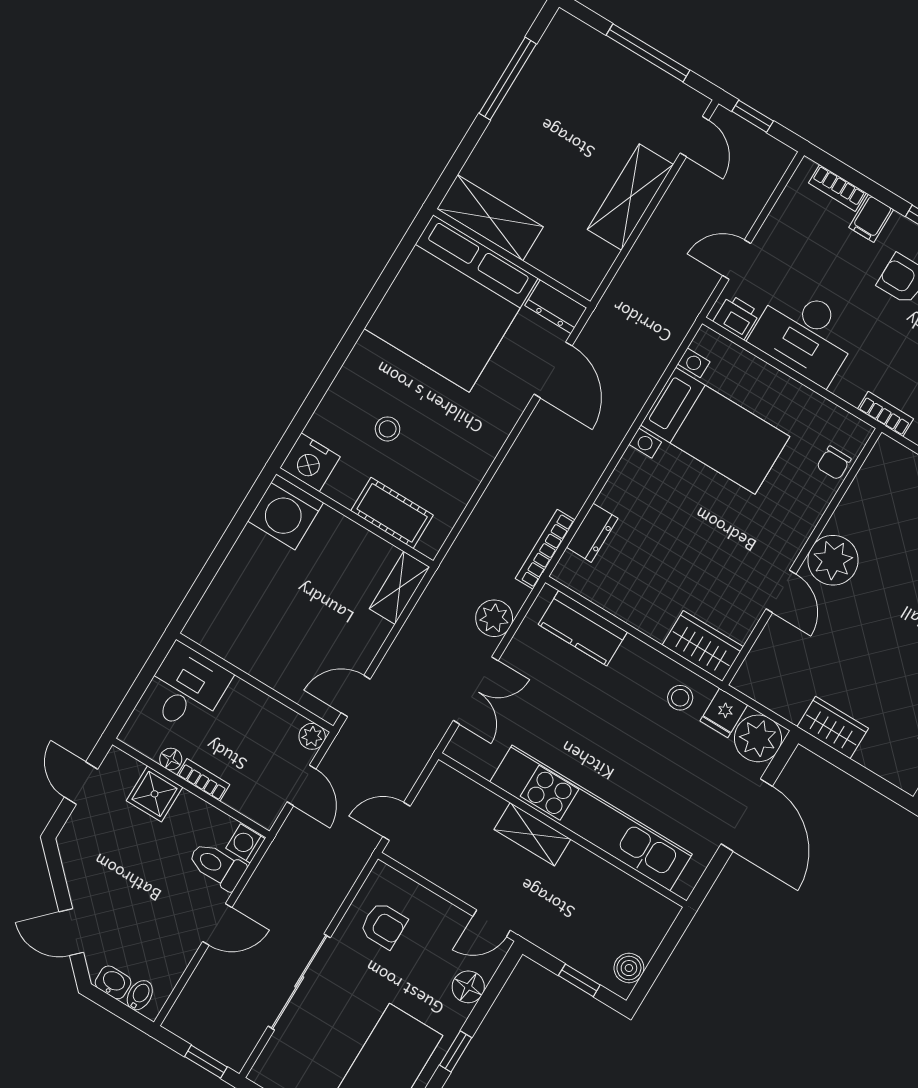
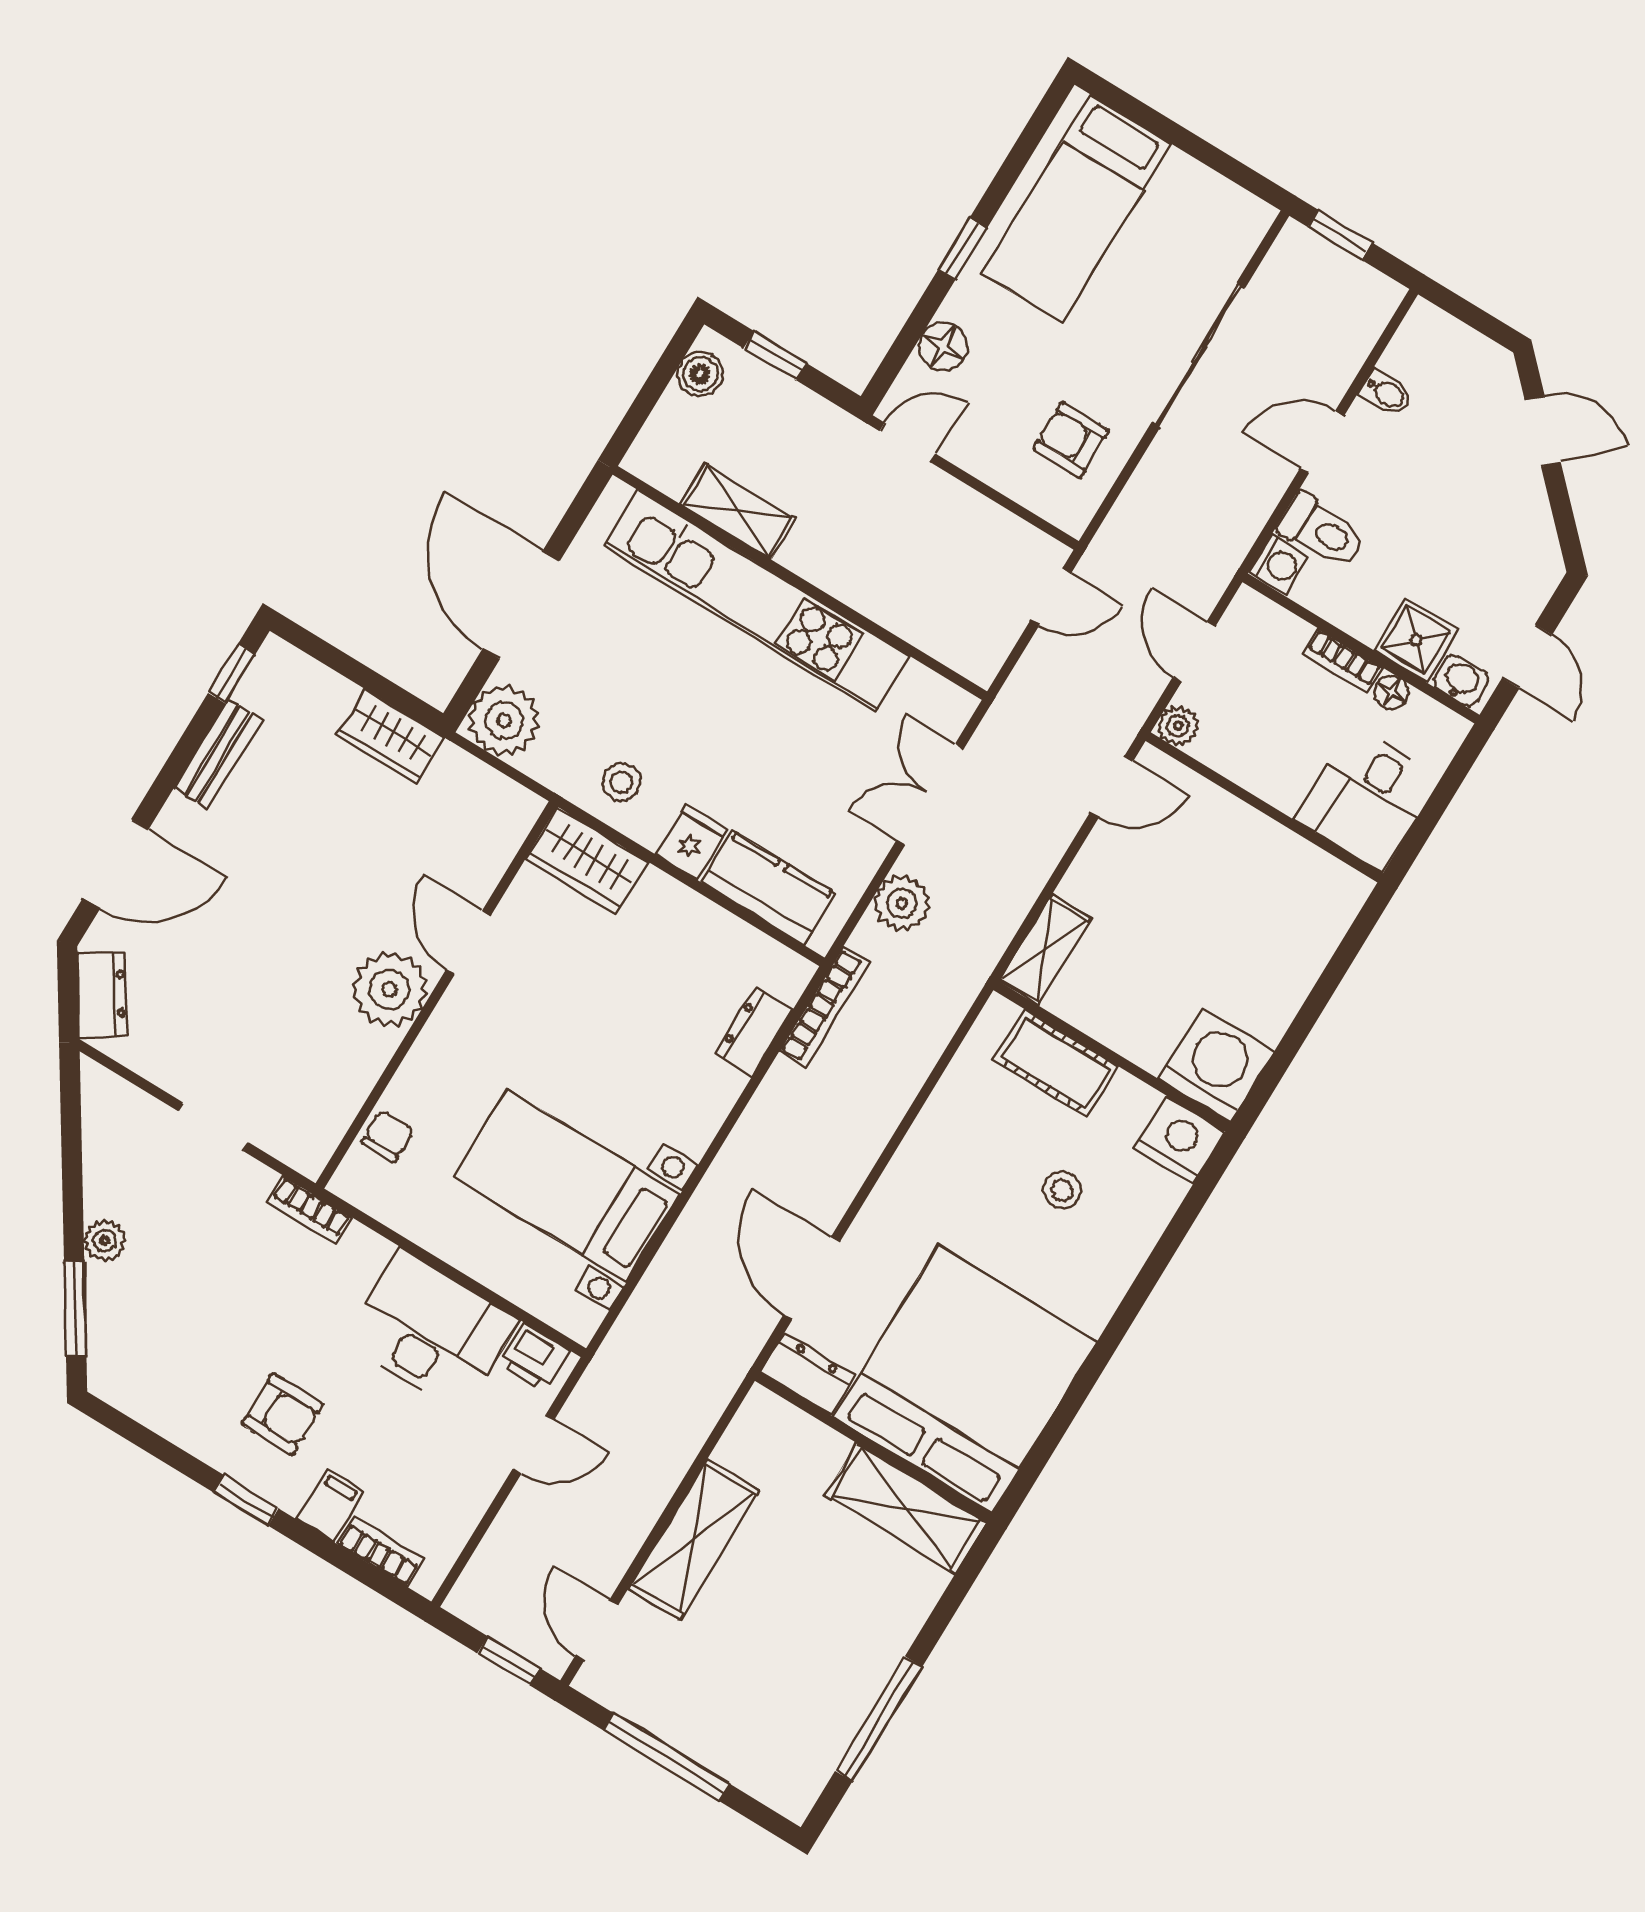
fridge: (724, 713) -> (692, 842), moved
shelving: (532, 834) -> (738, 511), moved
washbasin: (113, 982) -> (1461, 681), moved, turned 180
bidet: (140, 995) -> (1386, 393), moved, turned -90

